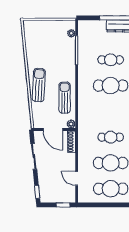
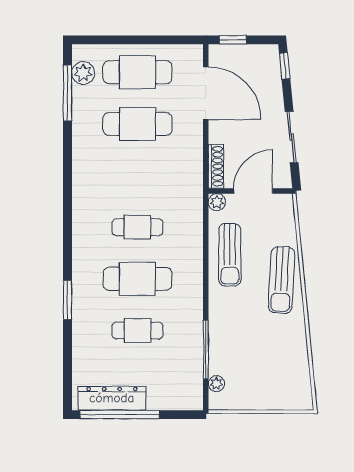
door: (53, 129) -> (253, 191), hinge flipped
cafe table: (111, 137) -> (137, 227), moved
door: (77, 178) -> (206, 93), width x1.88

